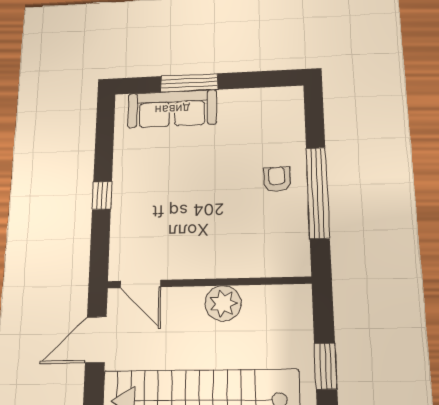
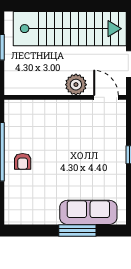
plant: (223, 303) -> (76, 85), moved

